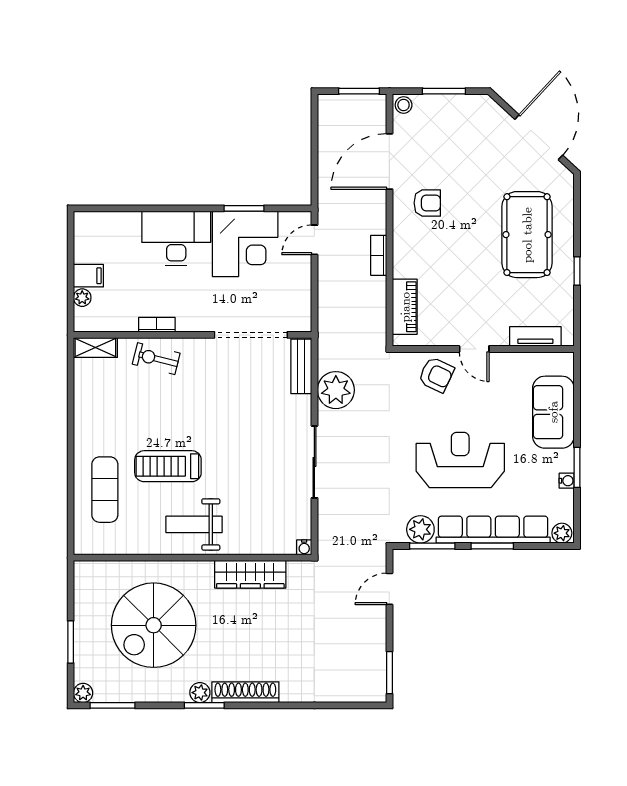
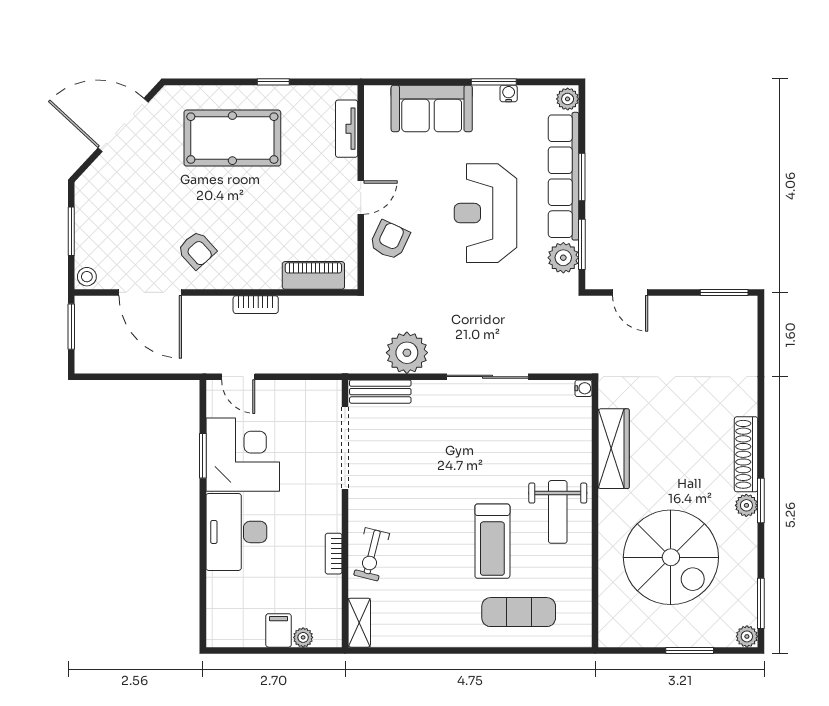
armchair: (427, 203) -> (197, 250), turned 138

